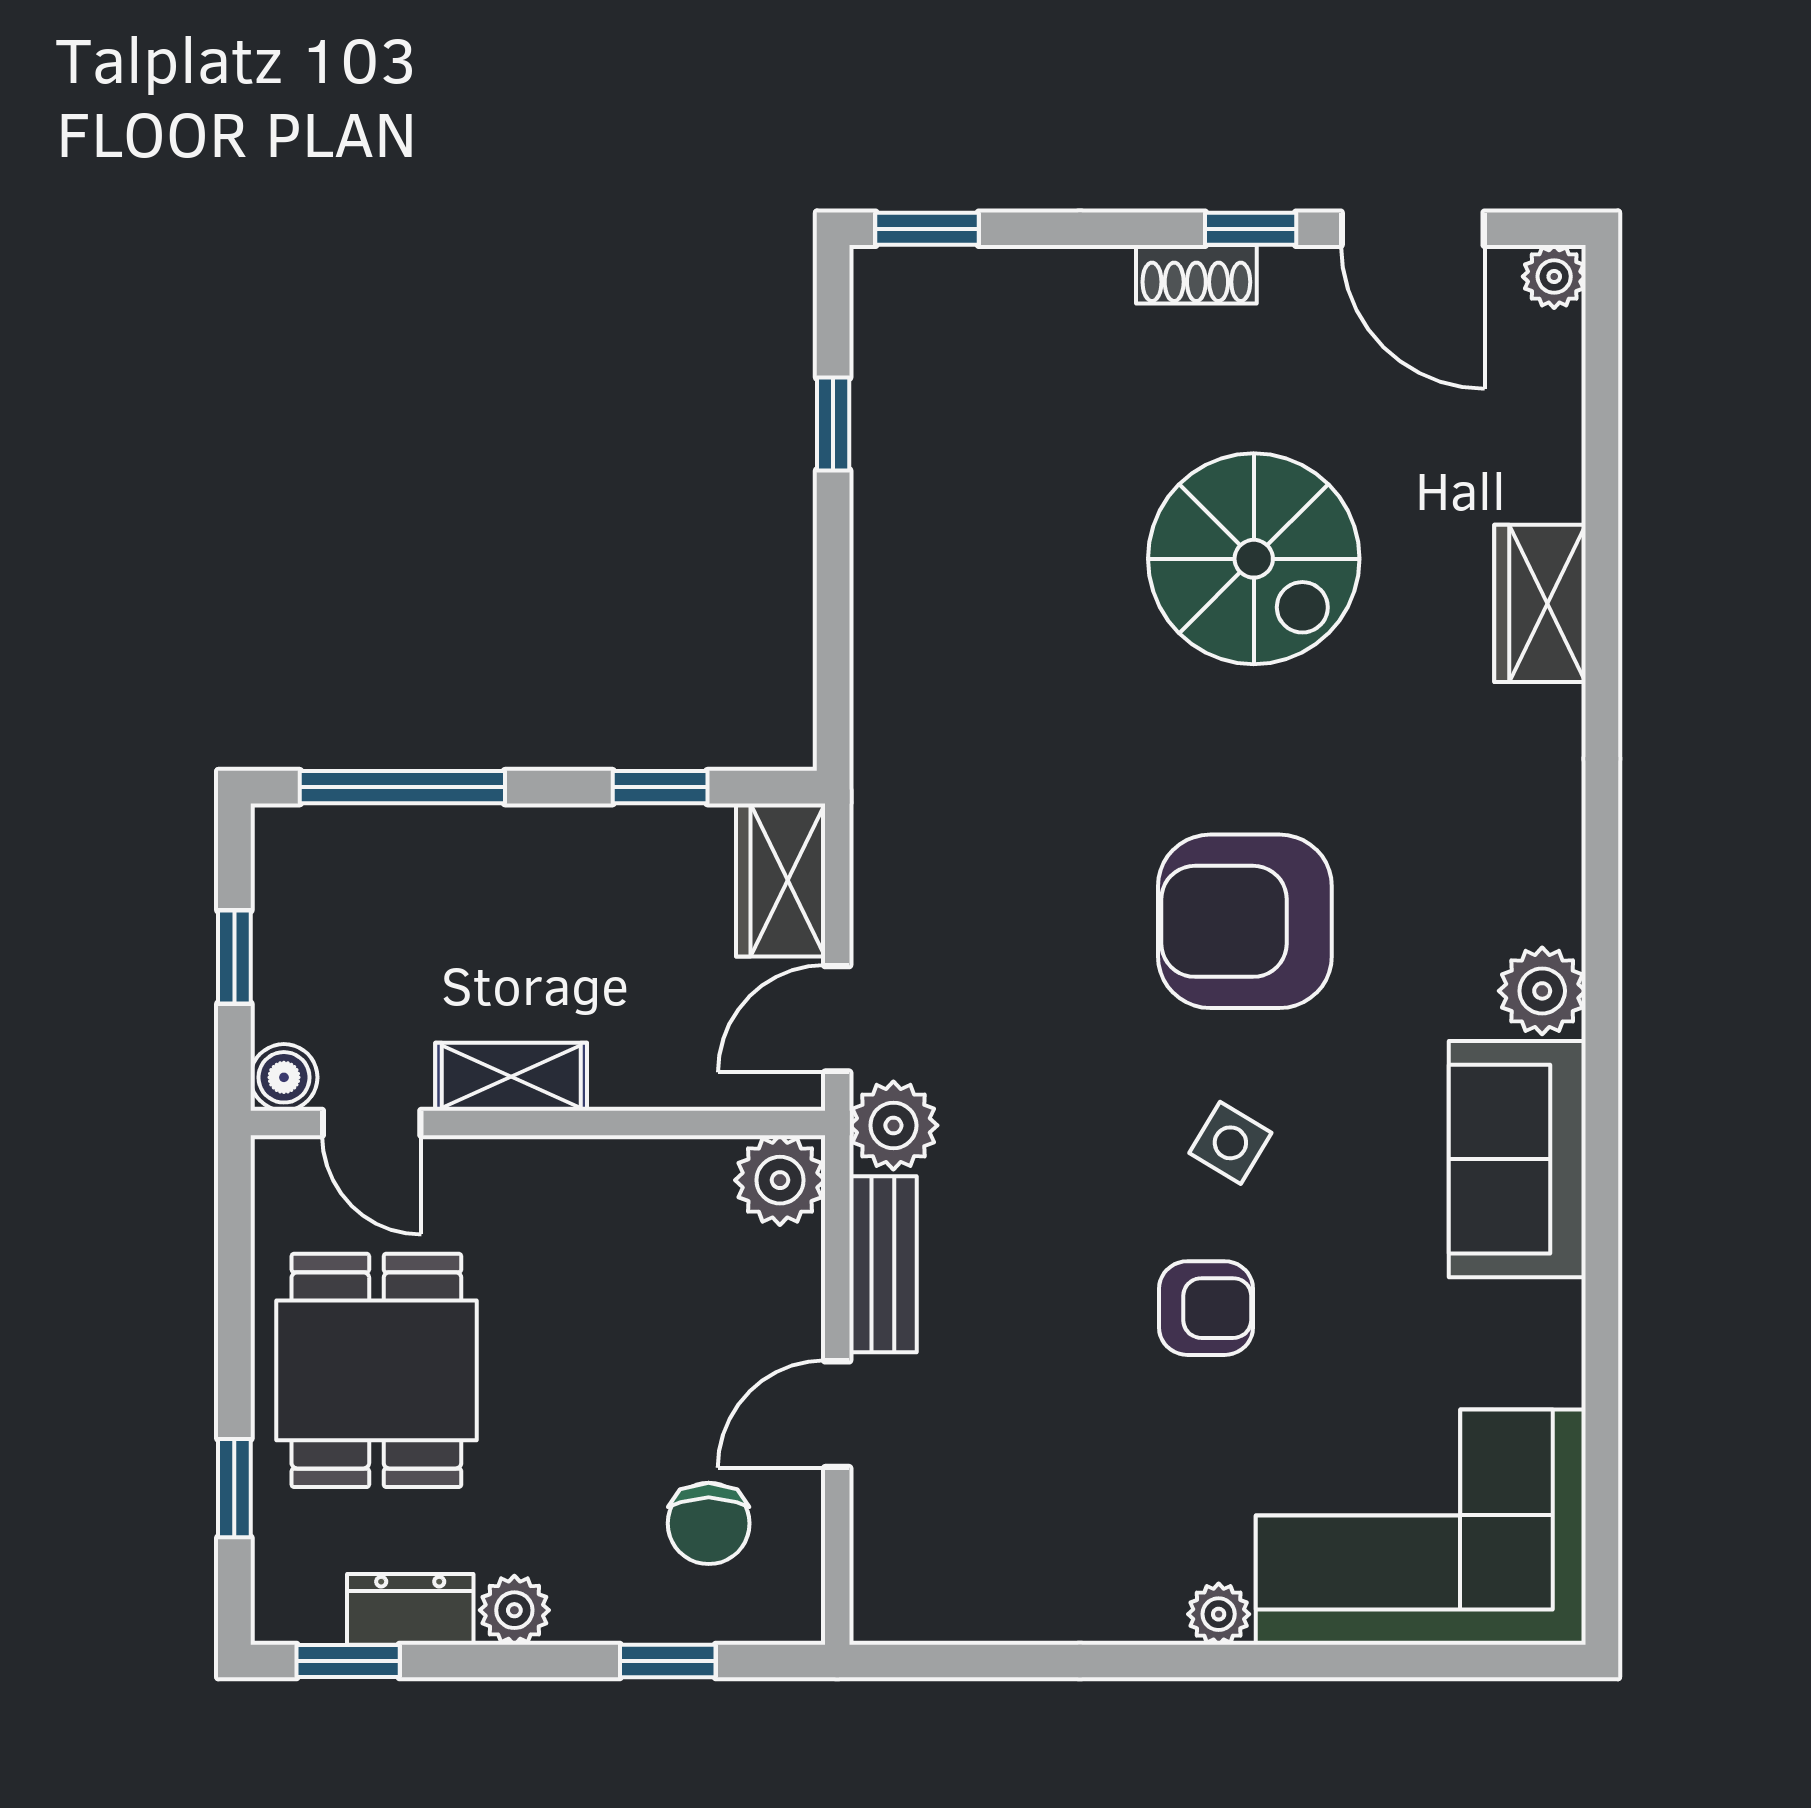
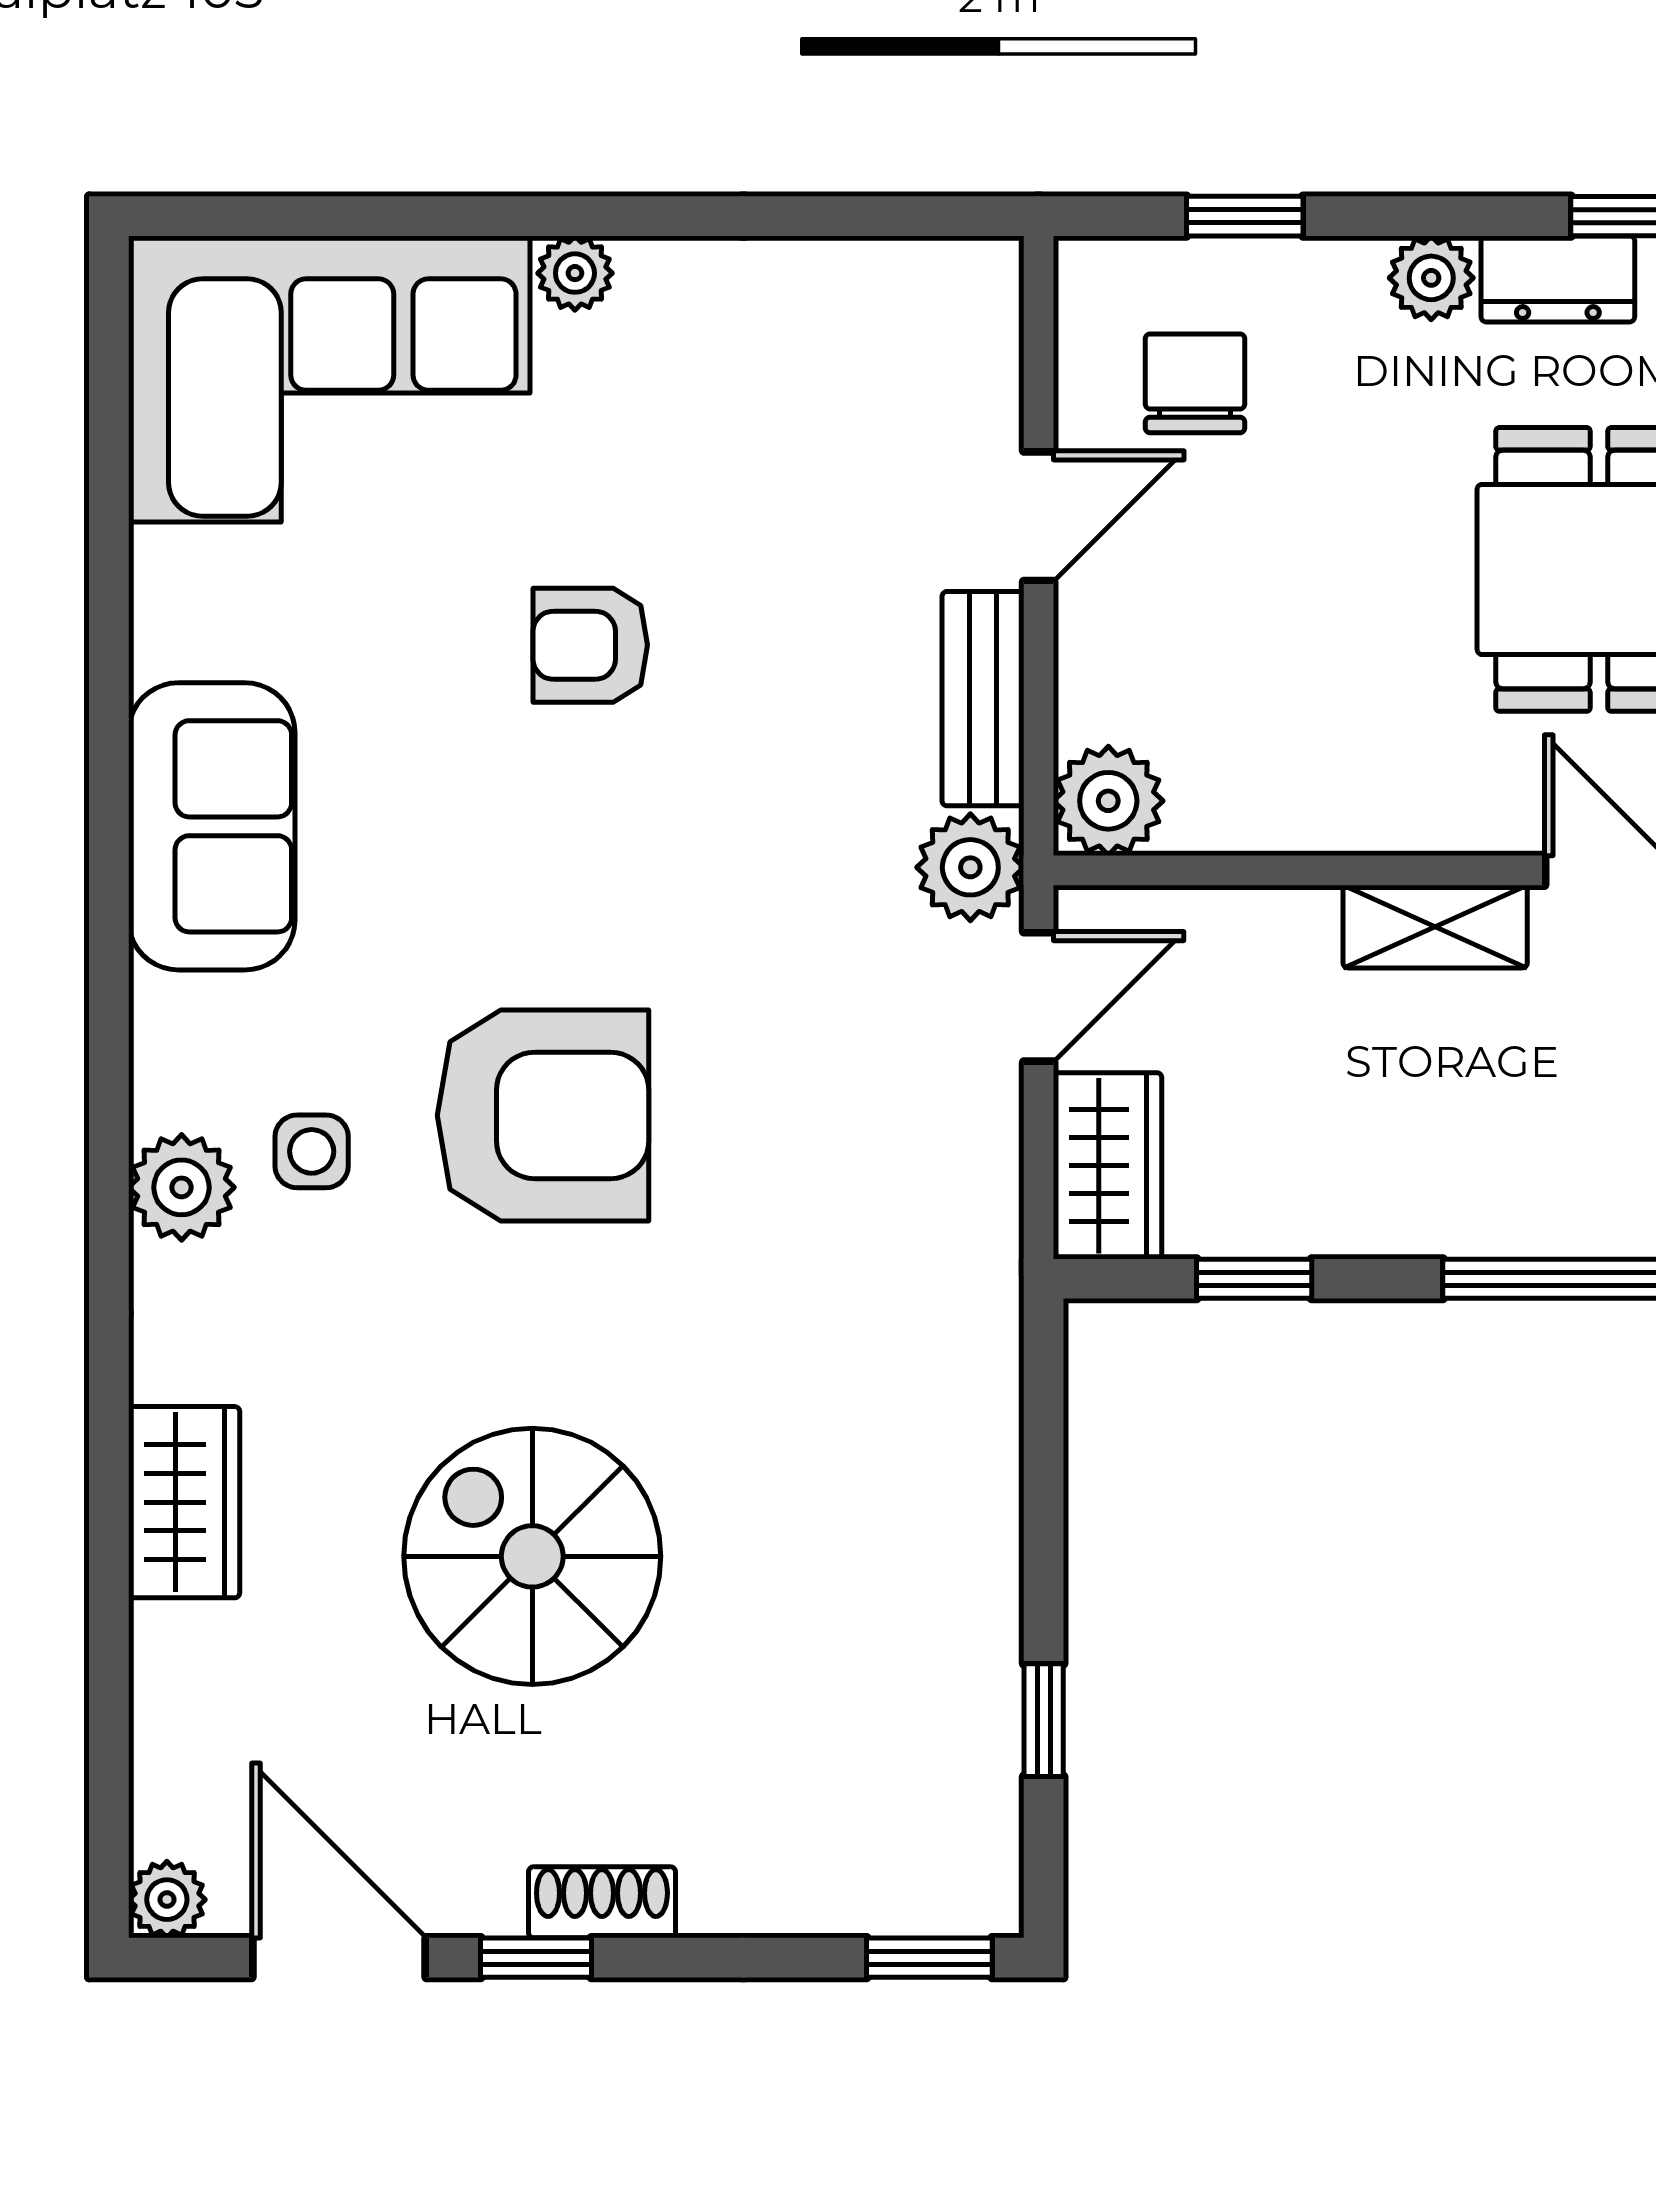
plant: (1542, 991) -> (182, 1187), moved
side table: (1230, 1143) -> (312, 1151), moved, turned -31

